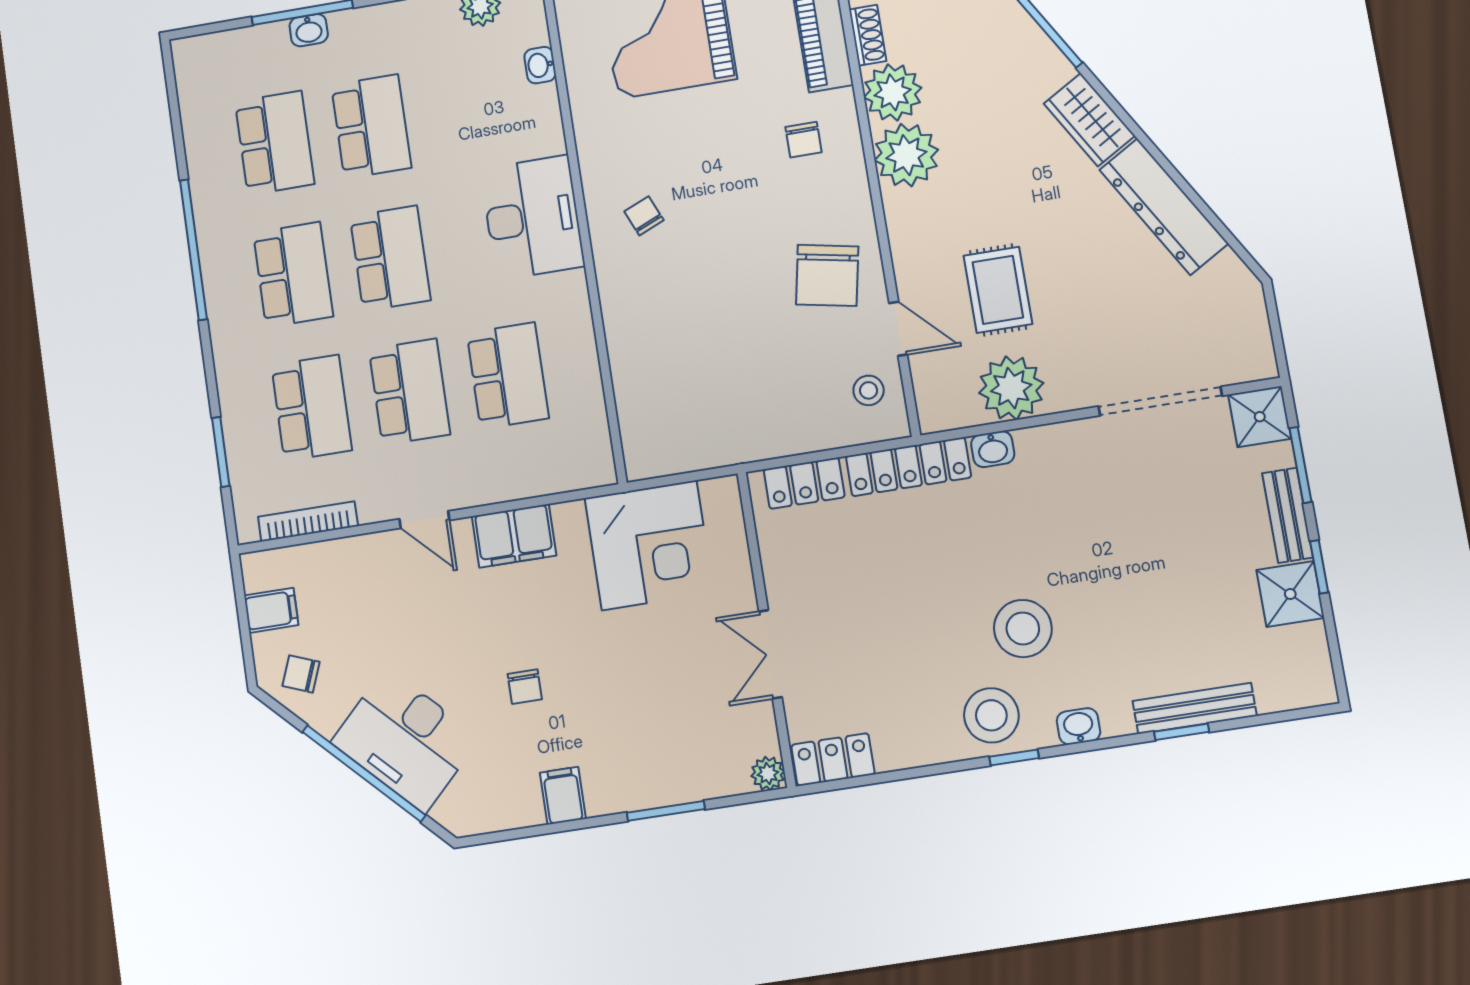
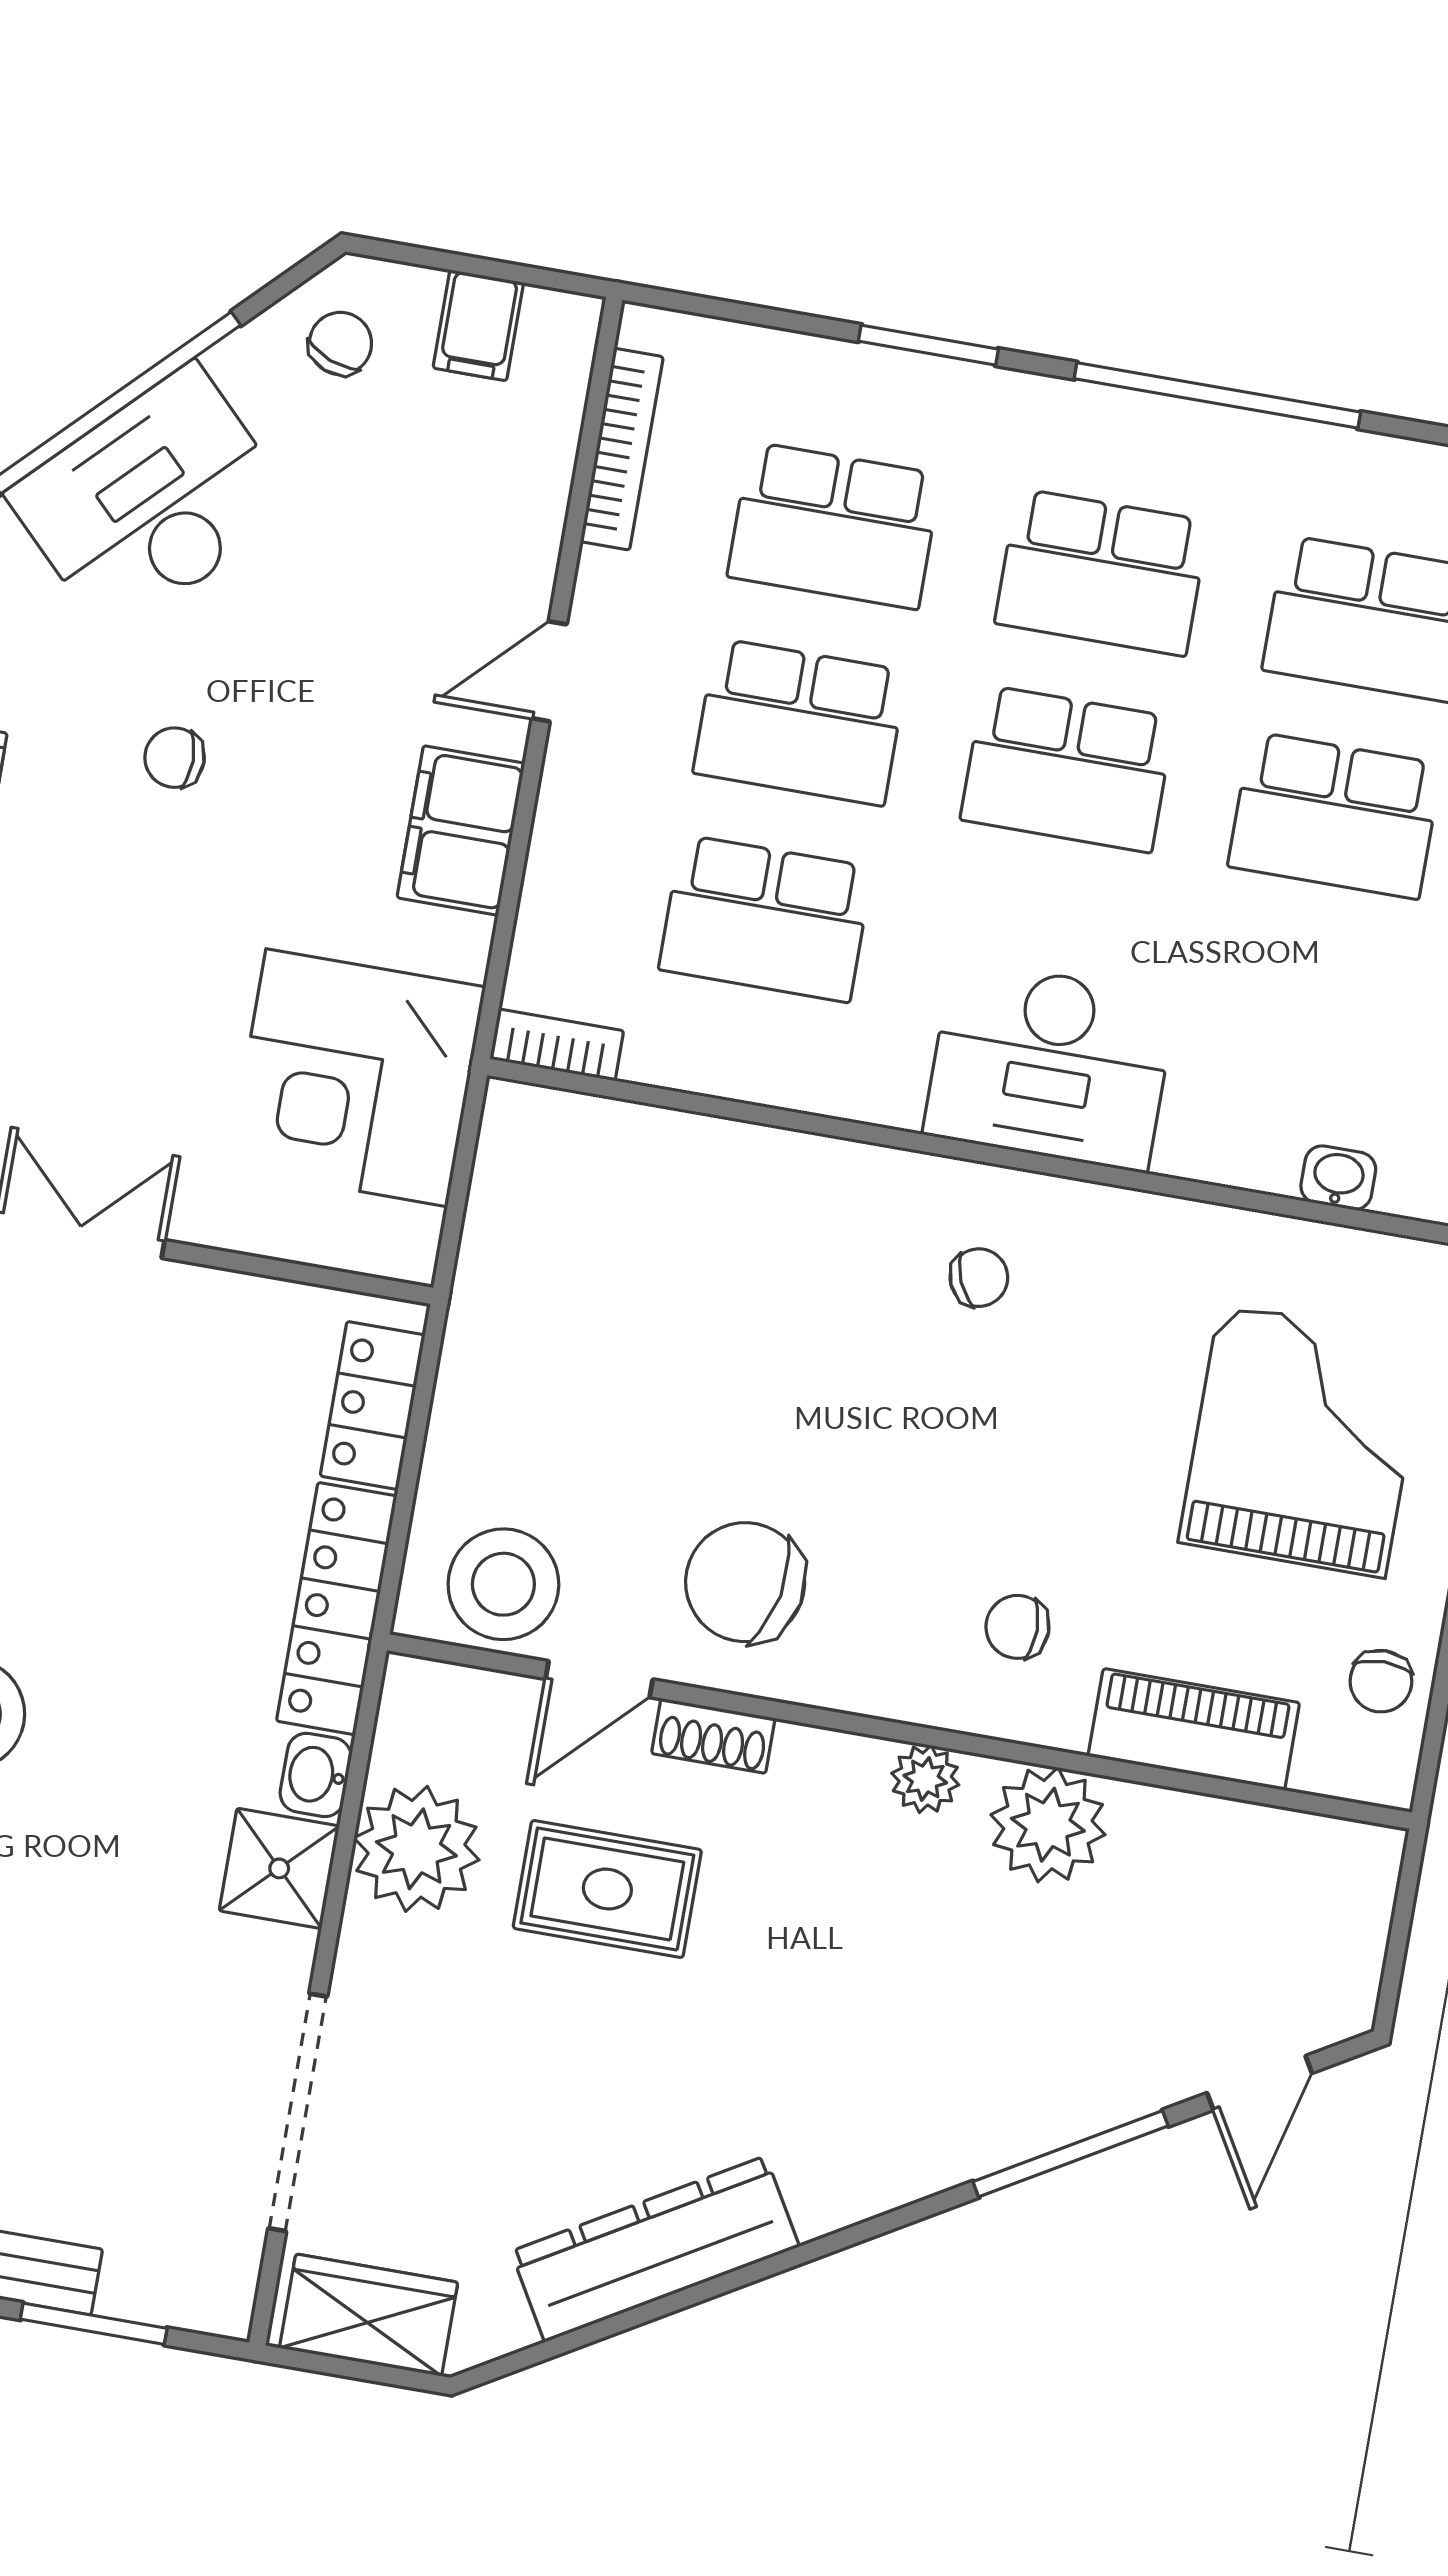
shoe rack: (868, 35) -> (713, 1736), moved
wardrobe: (1089, 120) -> (369, 2315), moved, turned 30
plant: (906, 155) -> (925, 1779), width x0.53, depth x0.53
stool: (869, 390) -> (503, 1584), width x1.89, depth x1.89
shower: (1260, 417) -> (279, 1868), moved
window: (221, 452) -> (928, 345), moved
bookcase: (601, 454) -> (557, 1045), added

